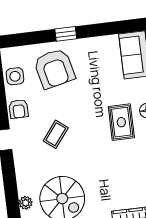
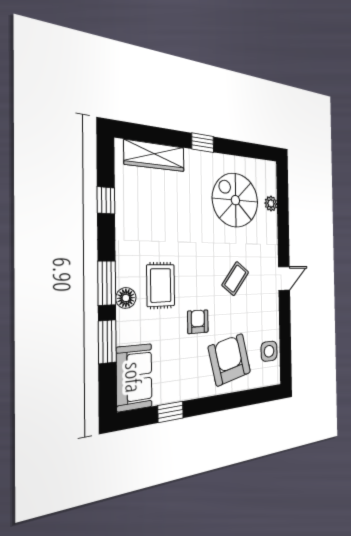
window: (66, 34) -> (170, 412), moved
armchair: (19, 109) -> (198, 322), moved

